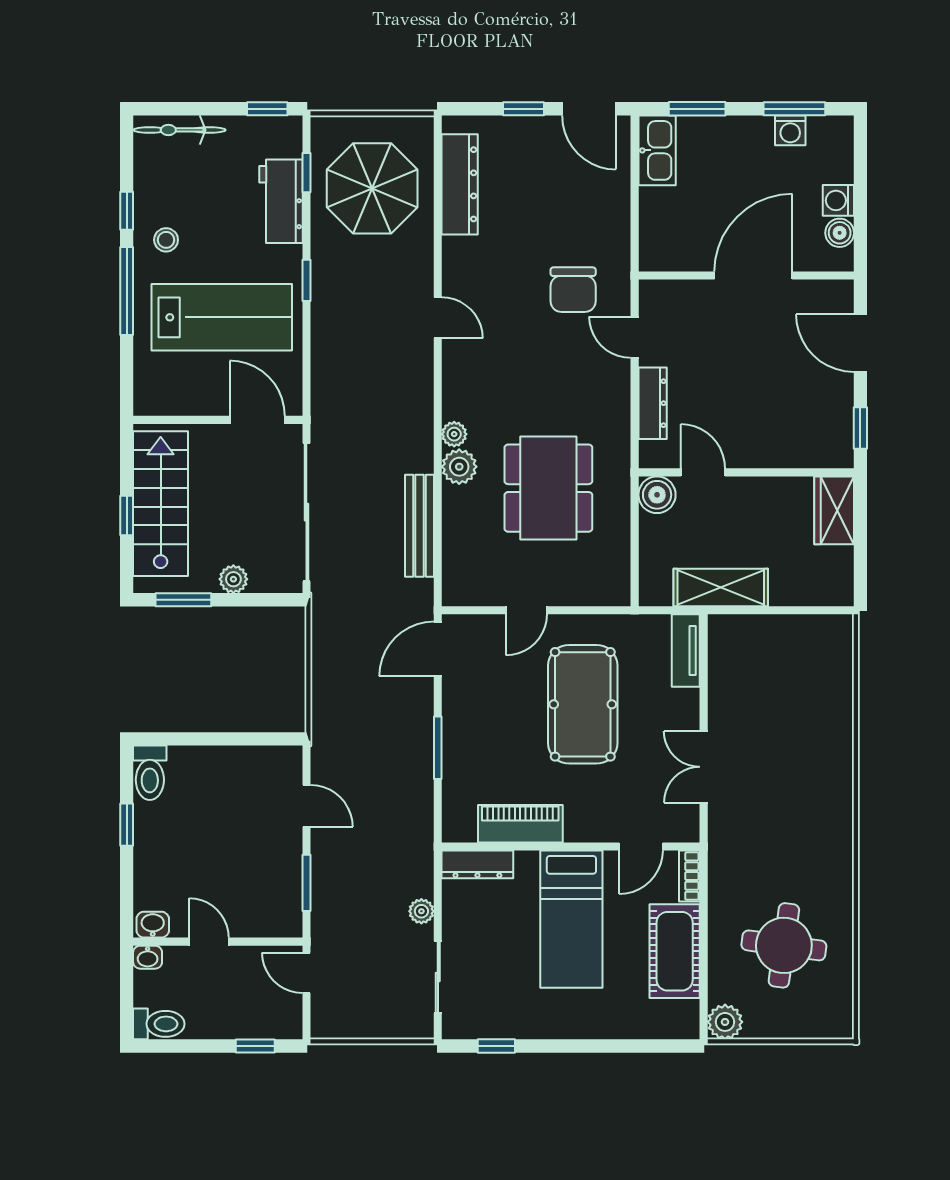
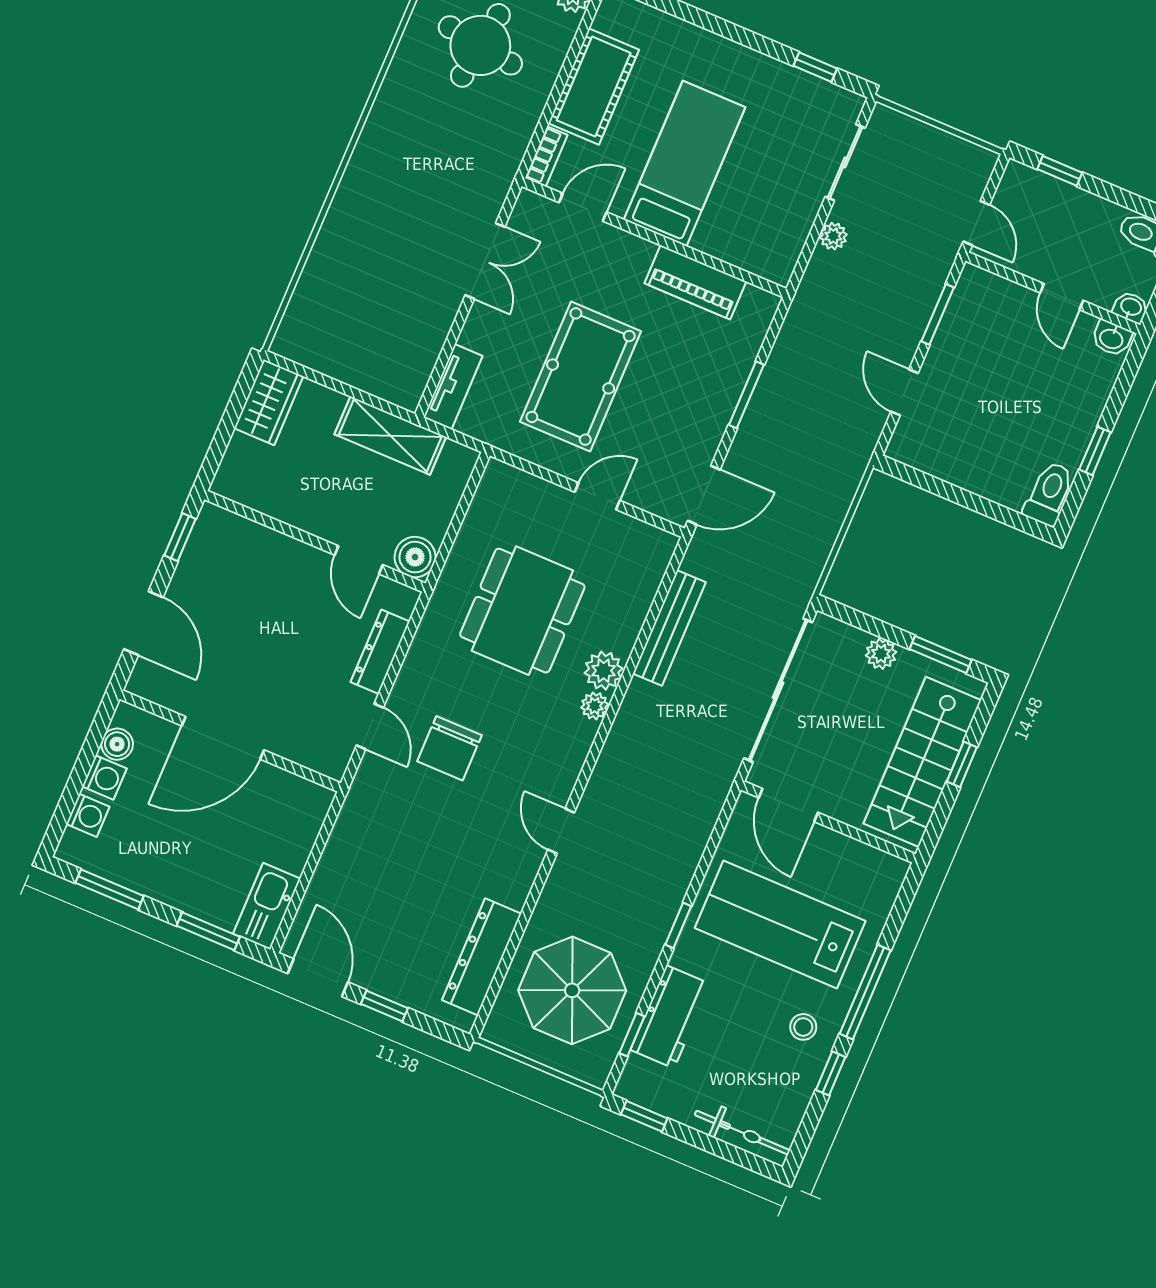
washing machine: (790, 130) -> (88, 815), moved, turned 90
chair: (573, 290) -> (449, 748), moved, turned 180
wardrobe: (834, 510) -> (269, 402), moved
dresser: (477, 864) -> (756, 259), removed

